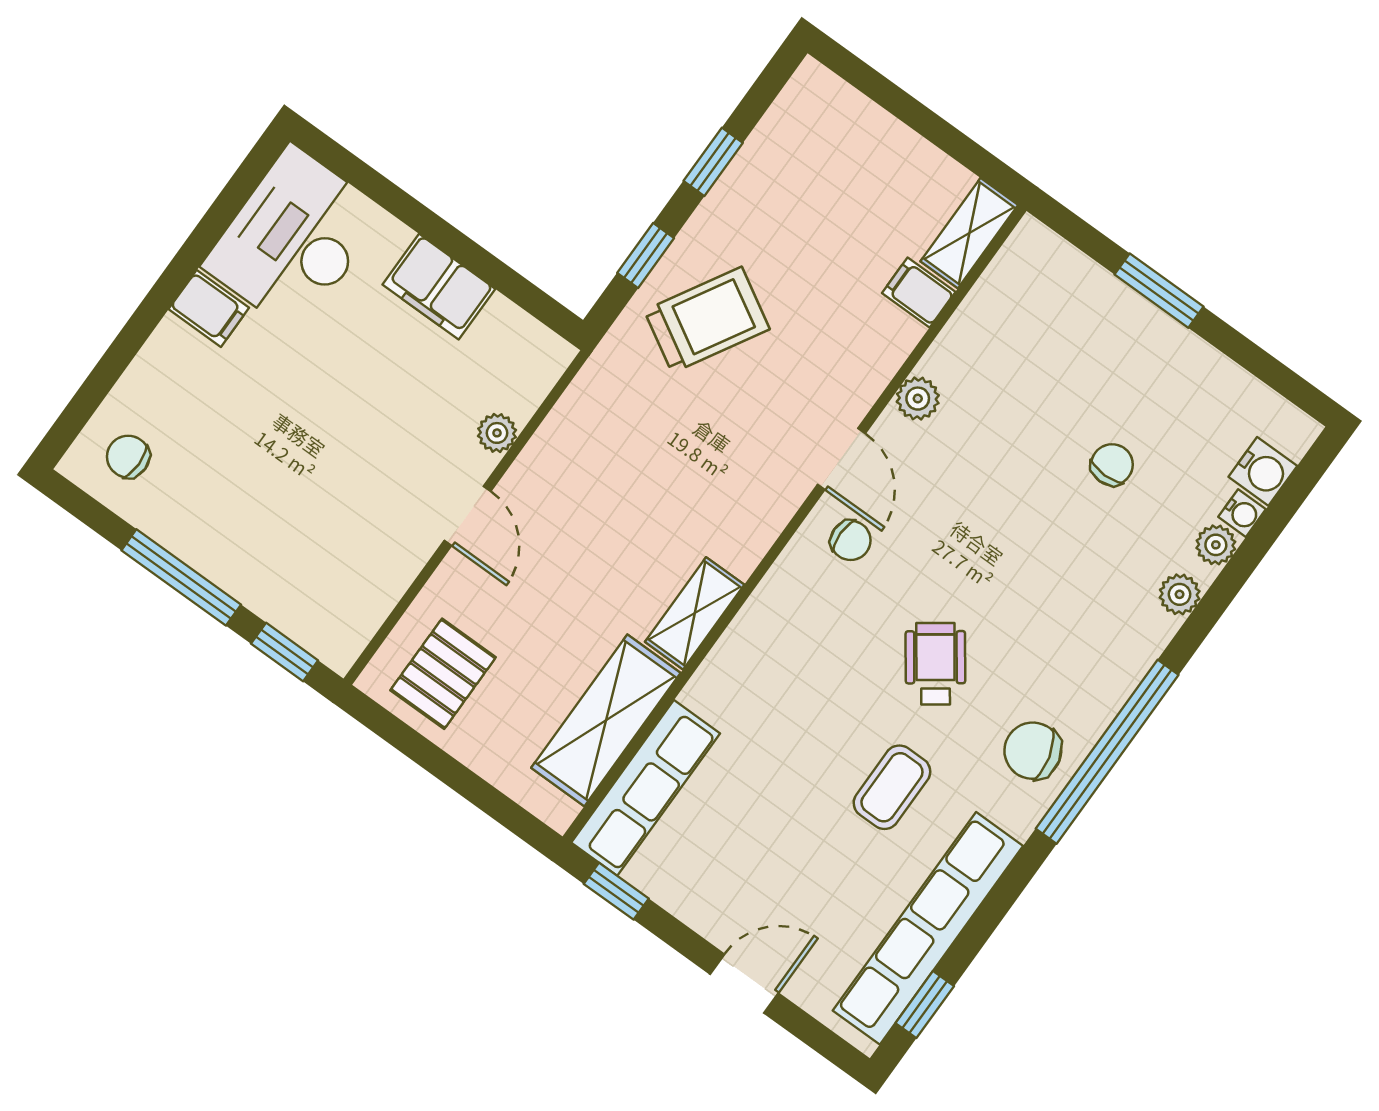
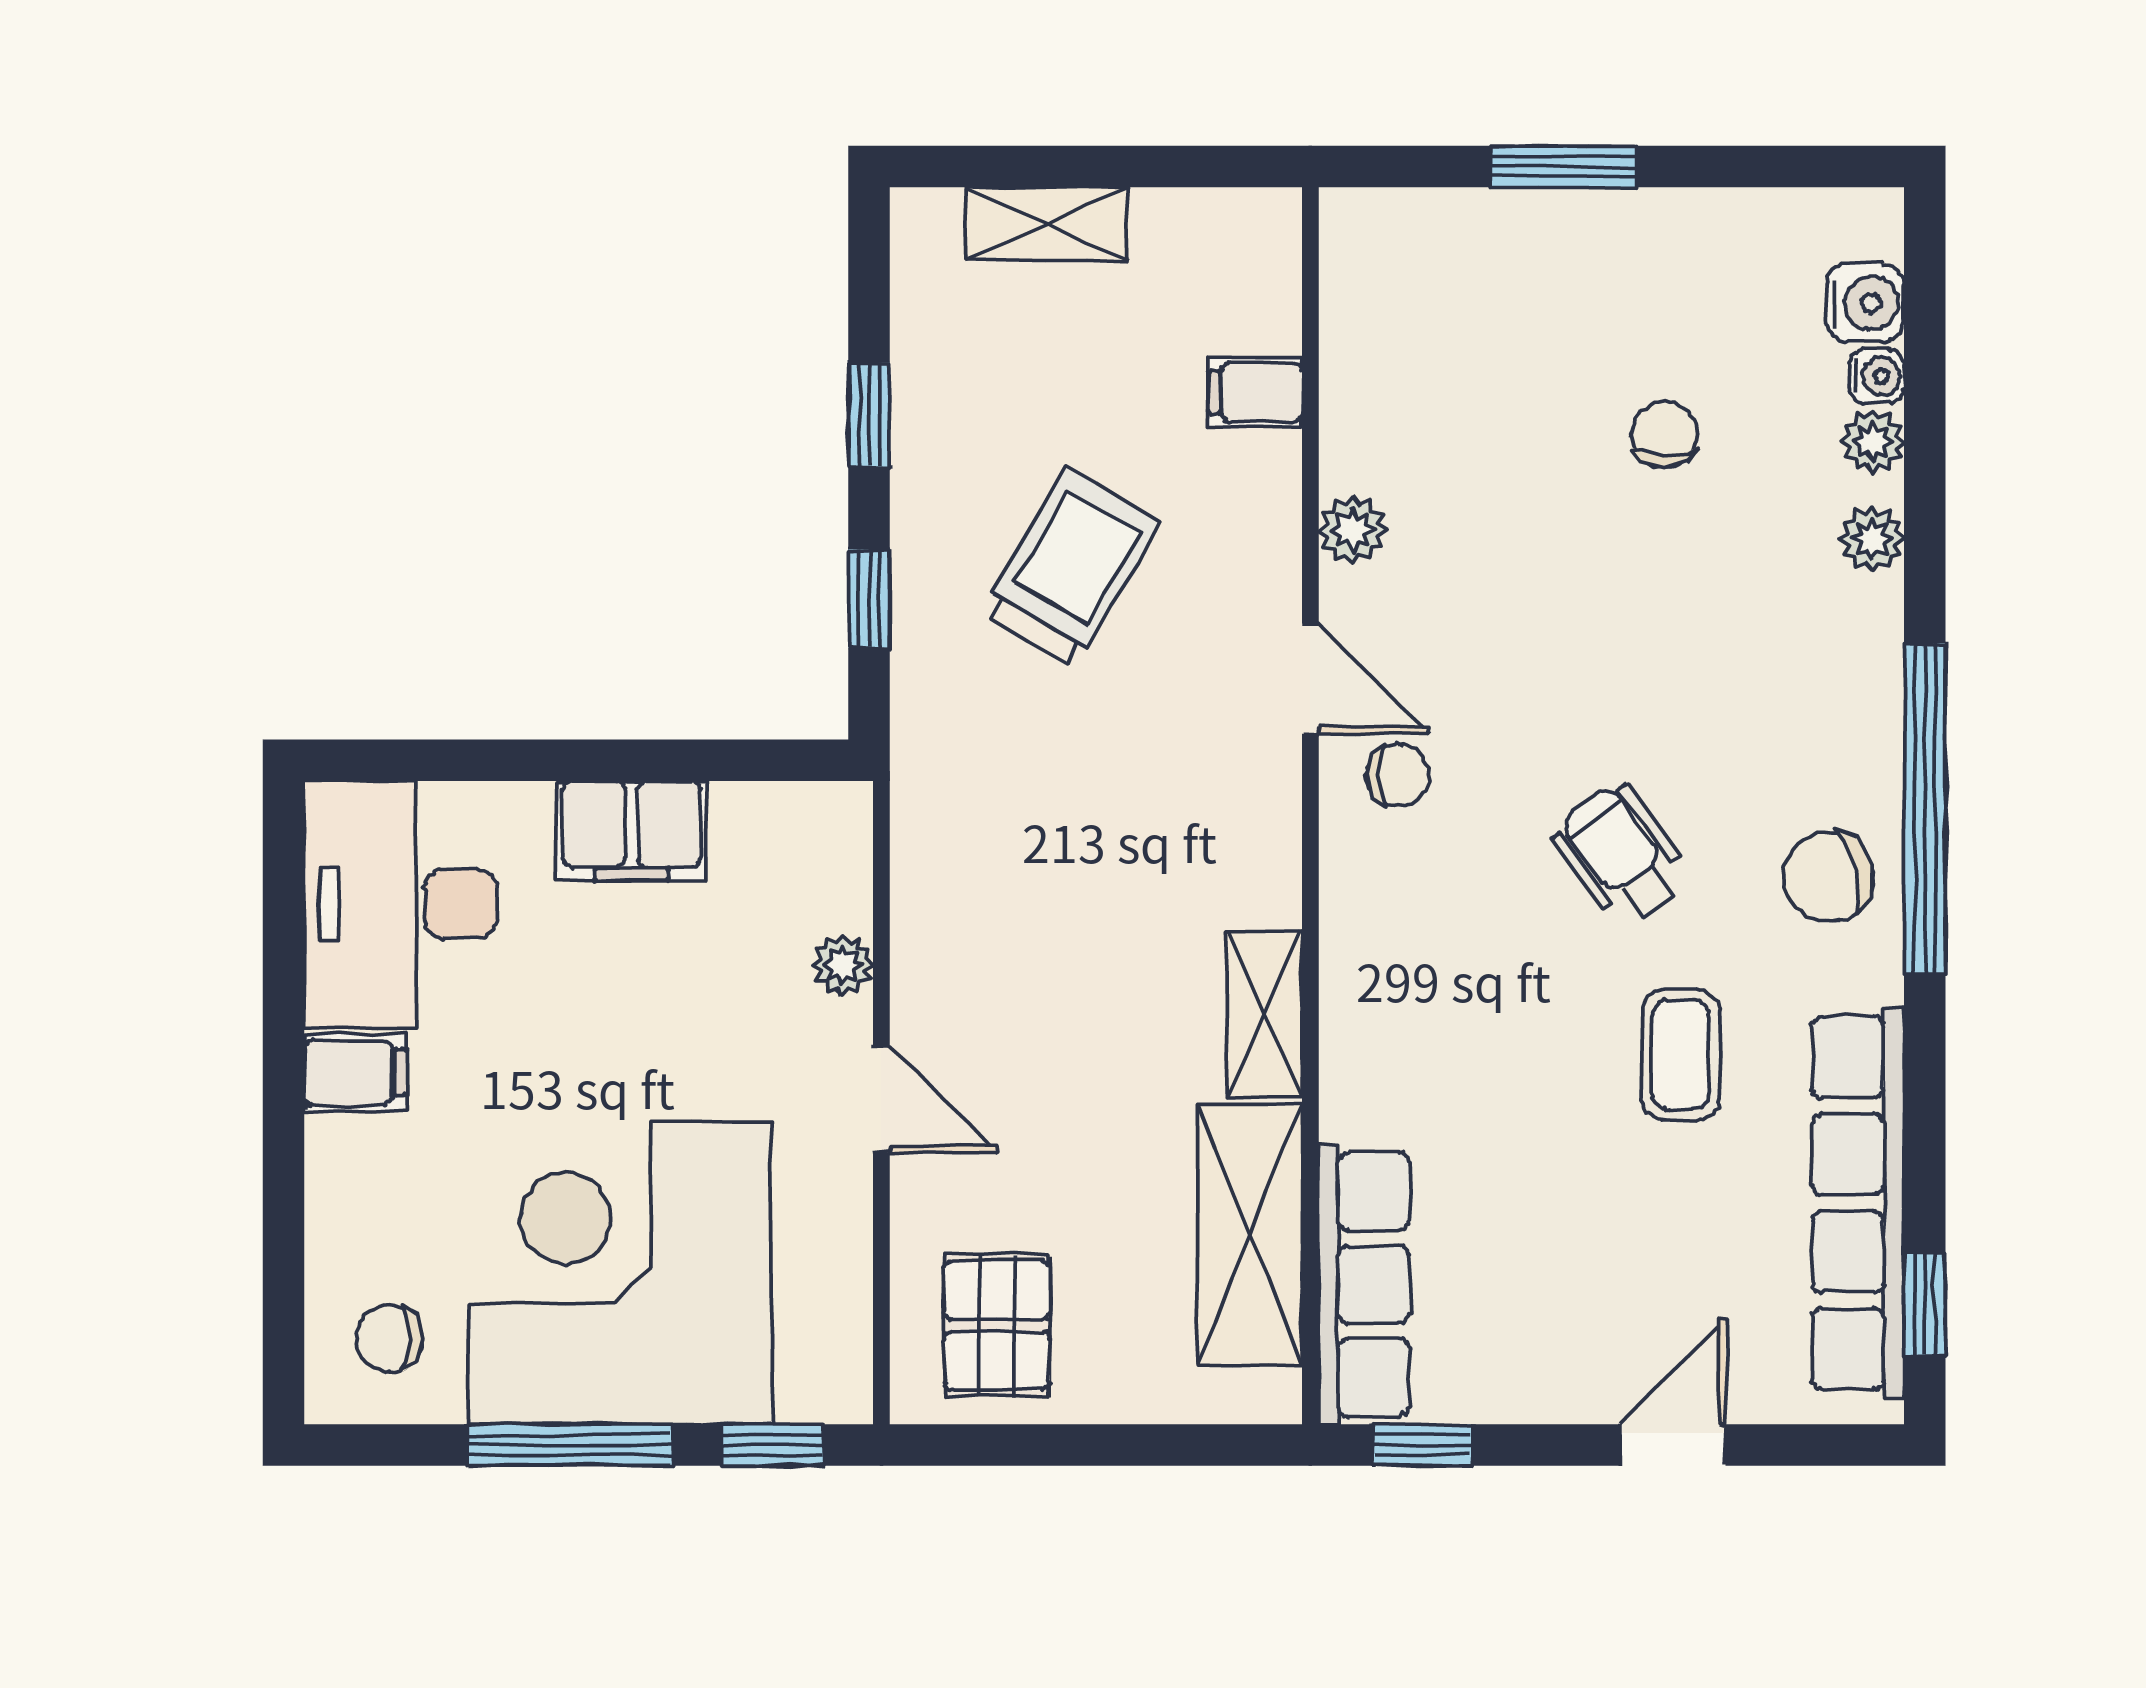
shelving: (969, 233) -> (1047, 224), moved, turned 90
trolley: (707, 320) -> (1071, 568), moved
corner desk: (270, 508) -> (620, 1273), added

